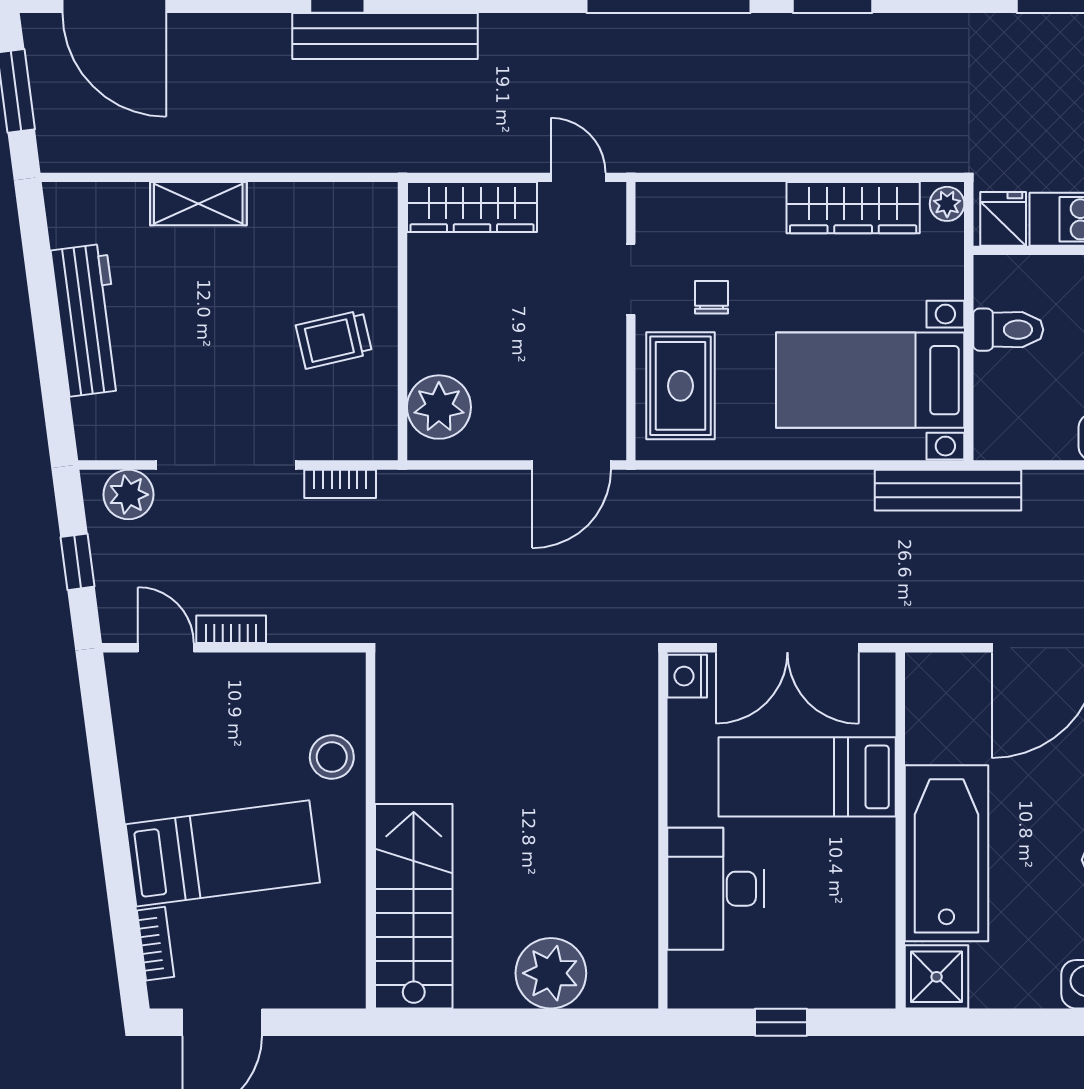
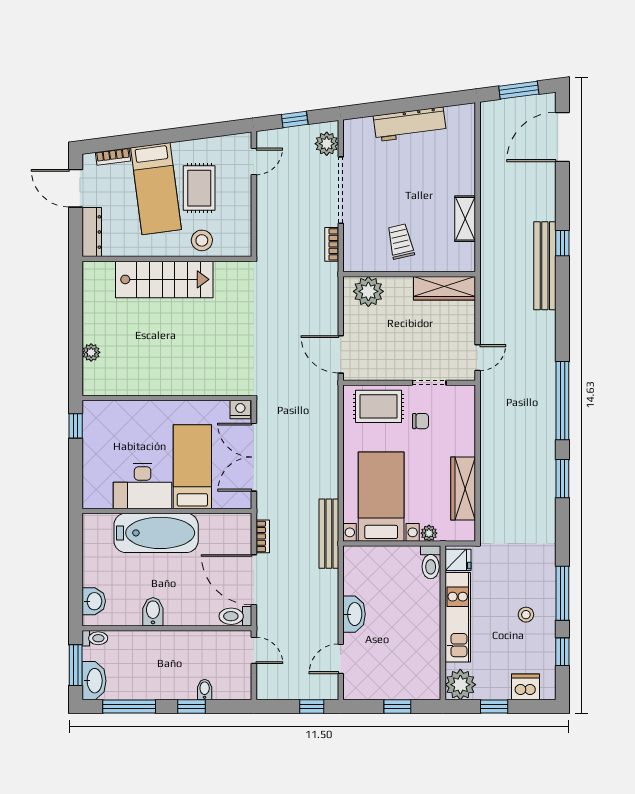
shelving: (198, 204) -> (465, 219), moved
plant: (947, 204) -> (429, 533), moved
wardrobe: (472, 207) -> (445, 288), moved, turned -90
toilet: (1008, 330) -> (431, 562), moved
bookcase: (231, 629) -> (263, 536), moved
rug: (222, 763) -> (199, 188), added
desk: (715, 889) -> (143, 486), moved, turned 180
stairs: (414, 906) -> (164, 279), moved
plant: (551, 973) -> (91, 352), width x0.53, depth x0.53
shower: (937, 977) -> (97, 528), removed
dresser: (314, 988) -> (92, 232), added
window: (781, 1022) -> (76, 426), moved

